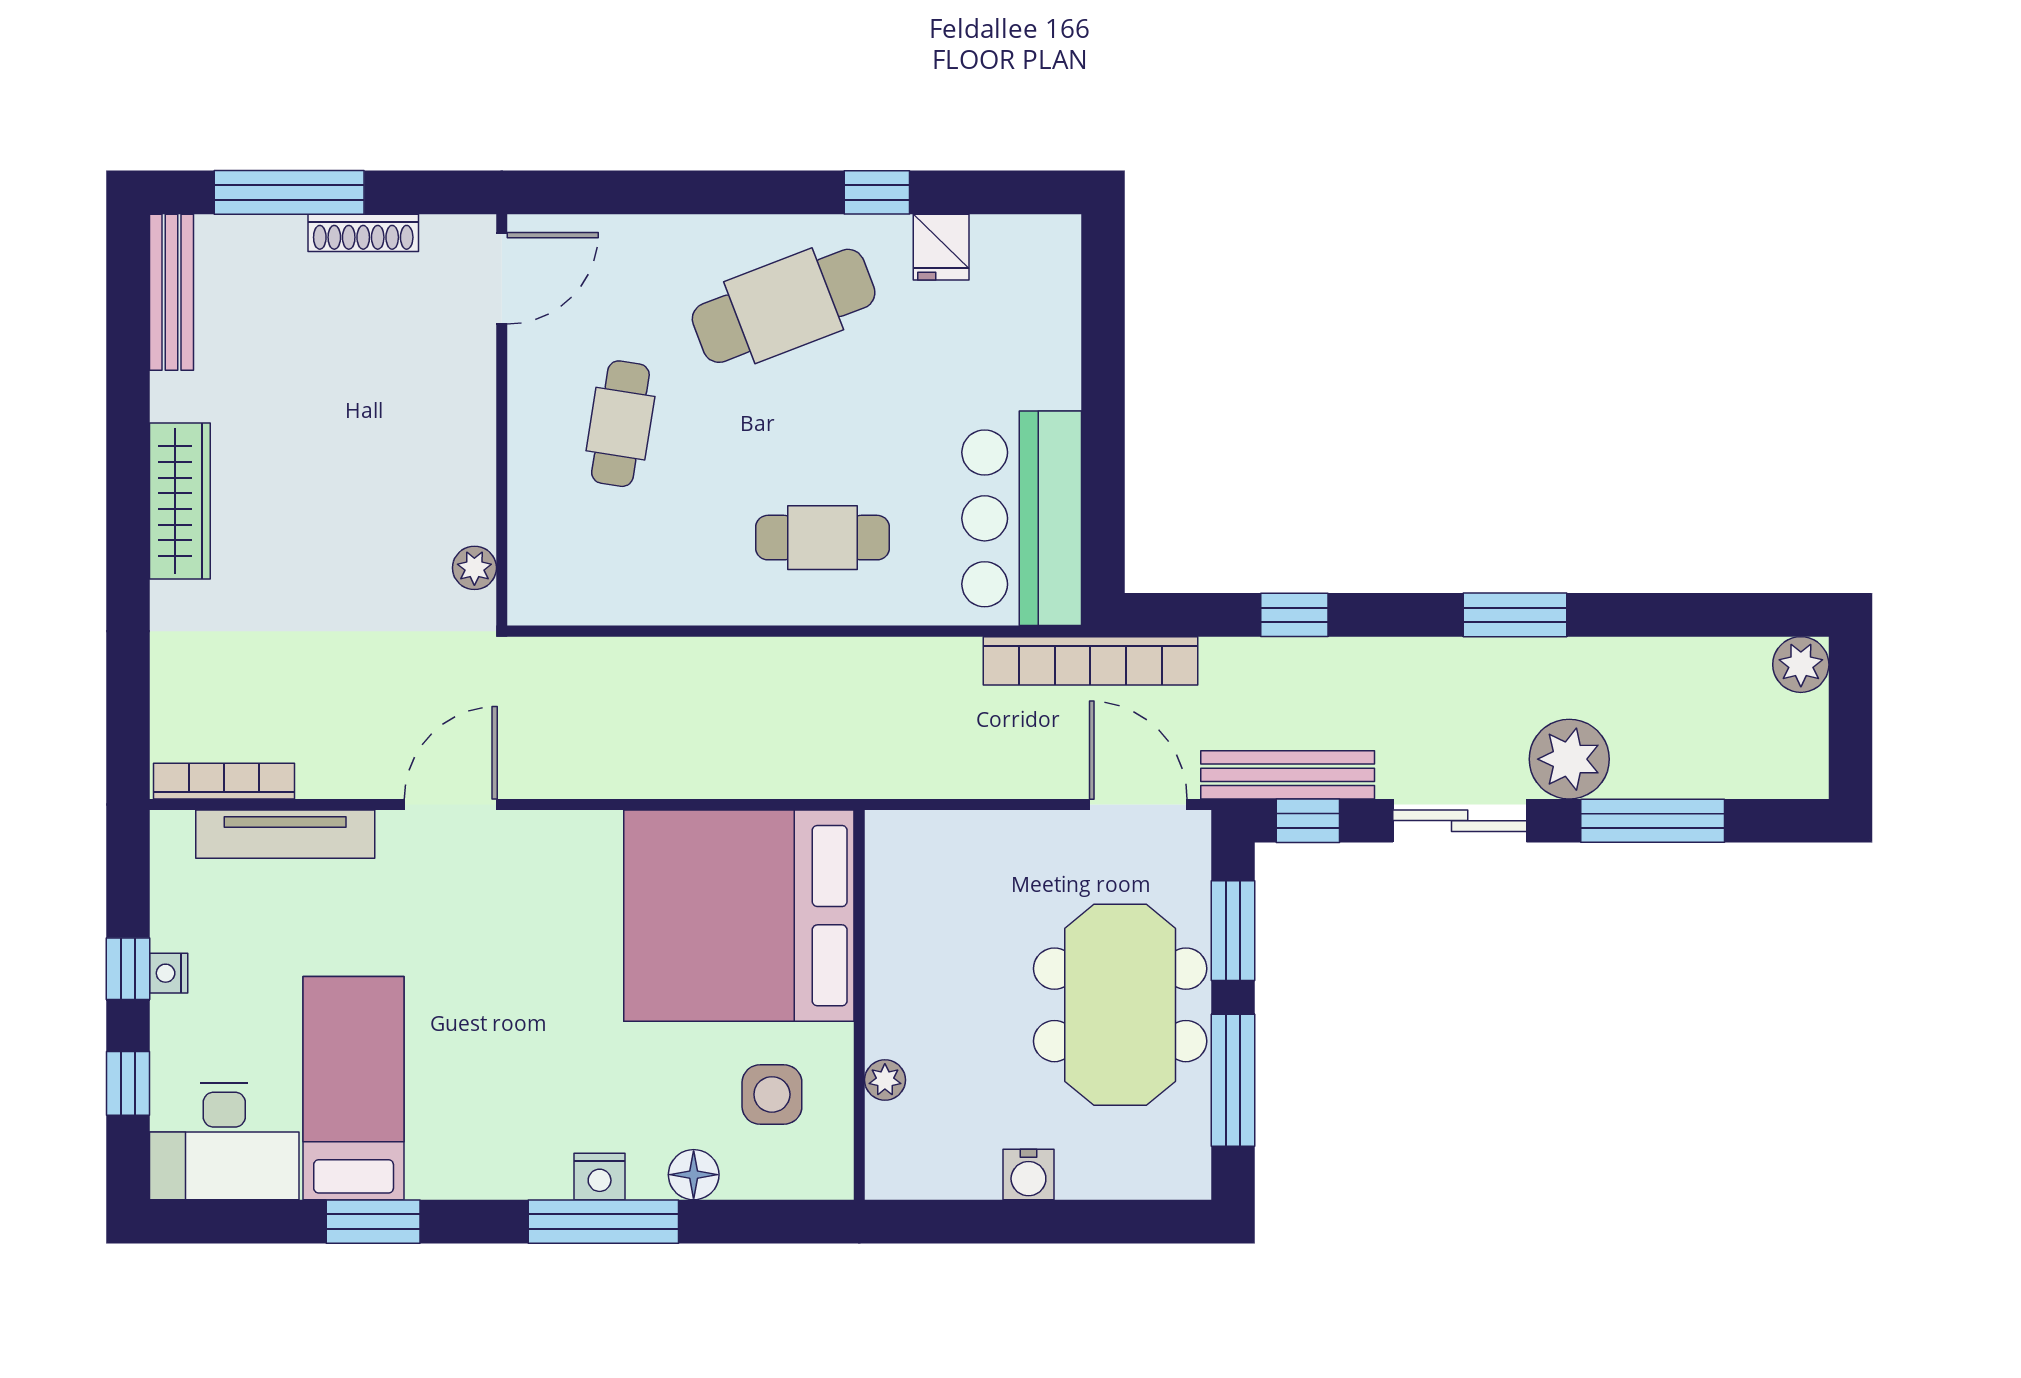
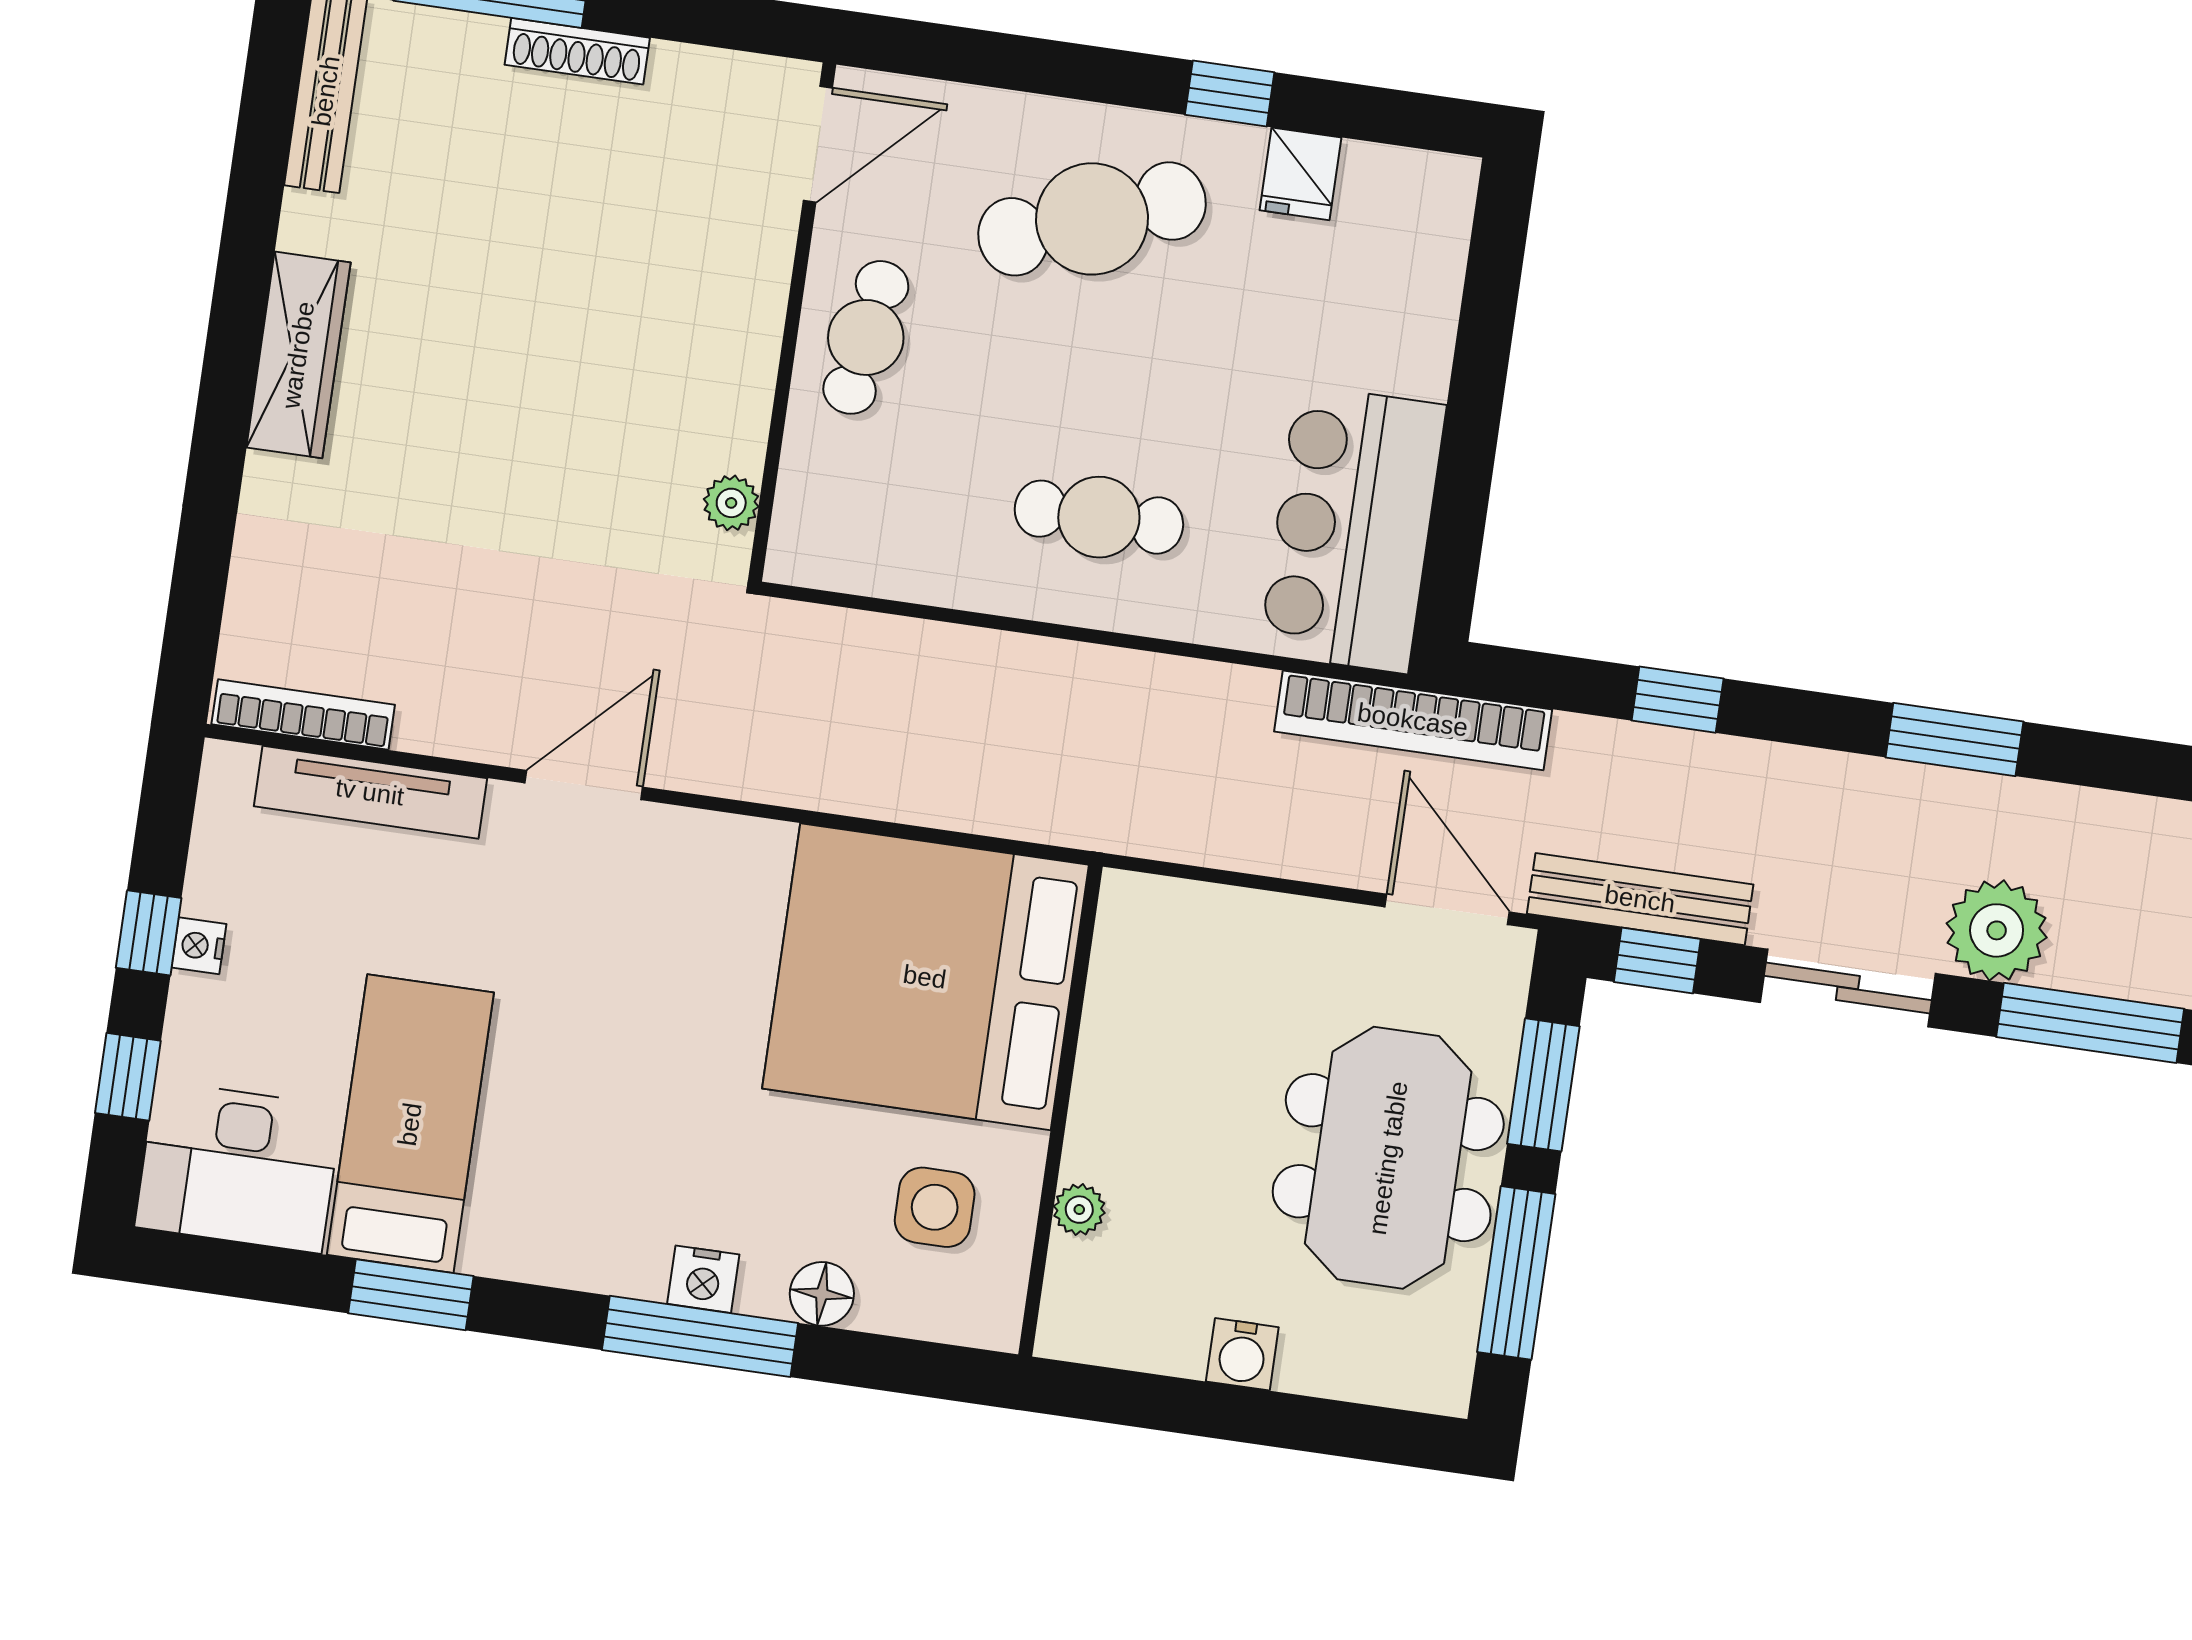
door: (502, 278) -> (818, 144), moved
wall: (502, 420) -> (792, 322), moved
plant: (474, 568) -> (731, 503), moved

